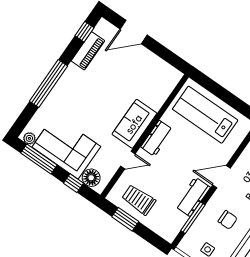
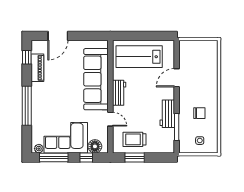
sofa: (134, 124) -> (96, 79), width x1.85, depth x1.27
door: (128, 160) -> (110, 119), hinge flipped
door: (221, 177) -> (177, 78), moved

